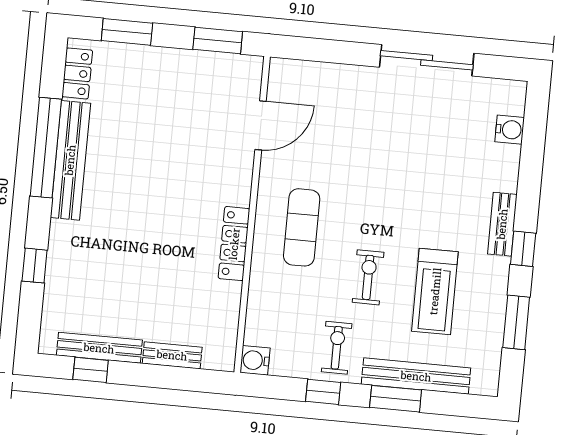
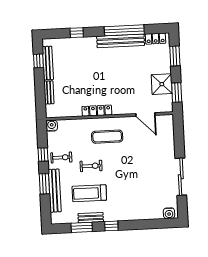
shower: (192, 74) -> (162, 84), added
water cooler: (510, 130) -> (169, 213), moved
bench: (502, 224) -> (91, 218), moved

